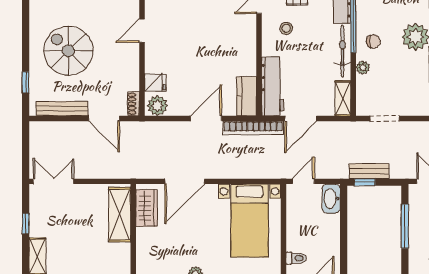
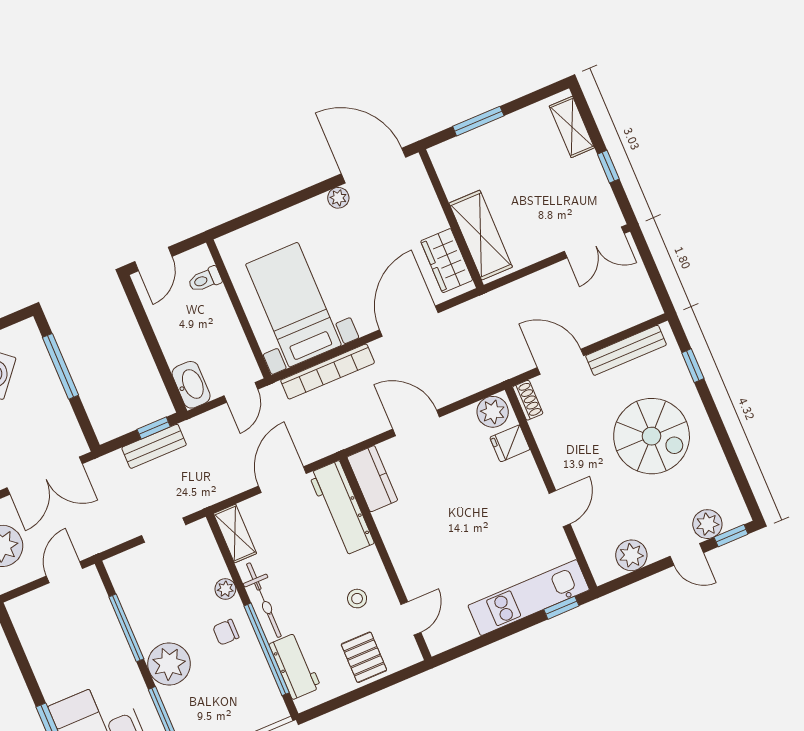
door: (206, 118) -> (416, 423), swing flipped
bookcase: (253, 128) -> (328, 372), moved, turned 180
window: (405, 226) -> (60, 366), moved

